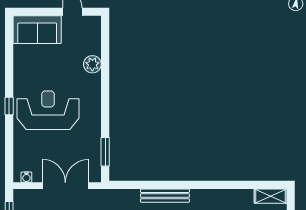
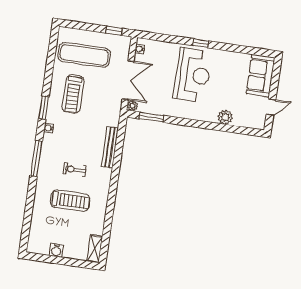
plant: (95, 176) -> (132, 106), added
bench: (165, 196) -> (110, 147), moved

